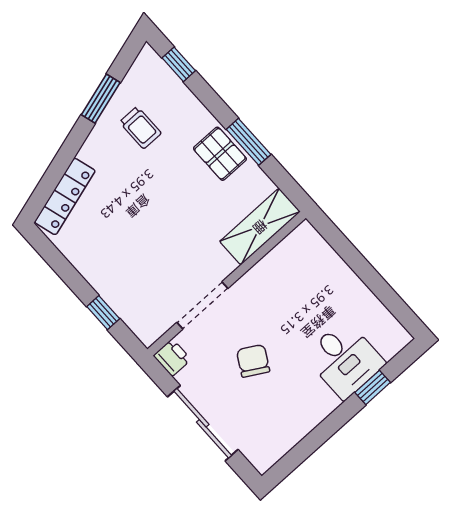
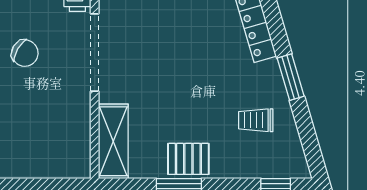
window: (101, 99) -> (291, 77), moved
doorway: (202, 305) -> (95, 53), width x1.36

